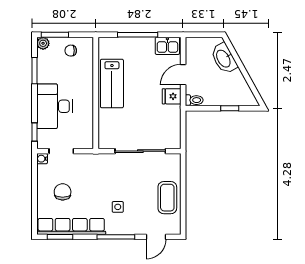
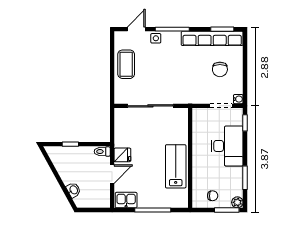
washbasin: (224, 58) -> (73, 190), width x0.52, depth x0.69
side table: (118, 207) -> (156, 38), moved

